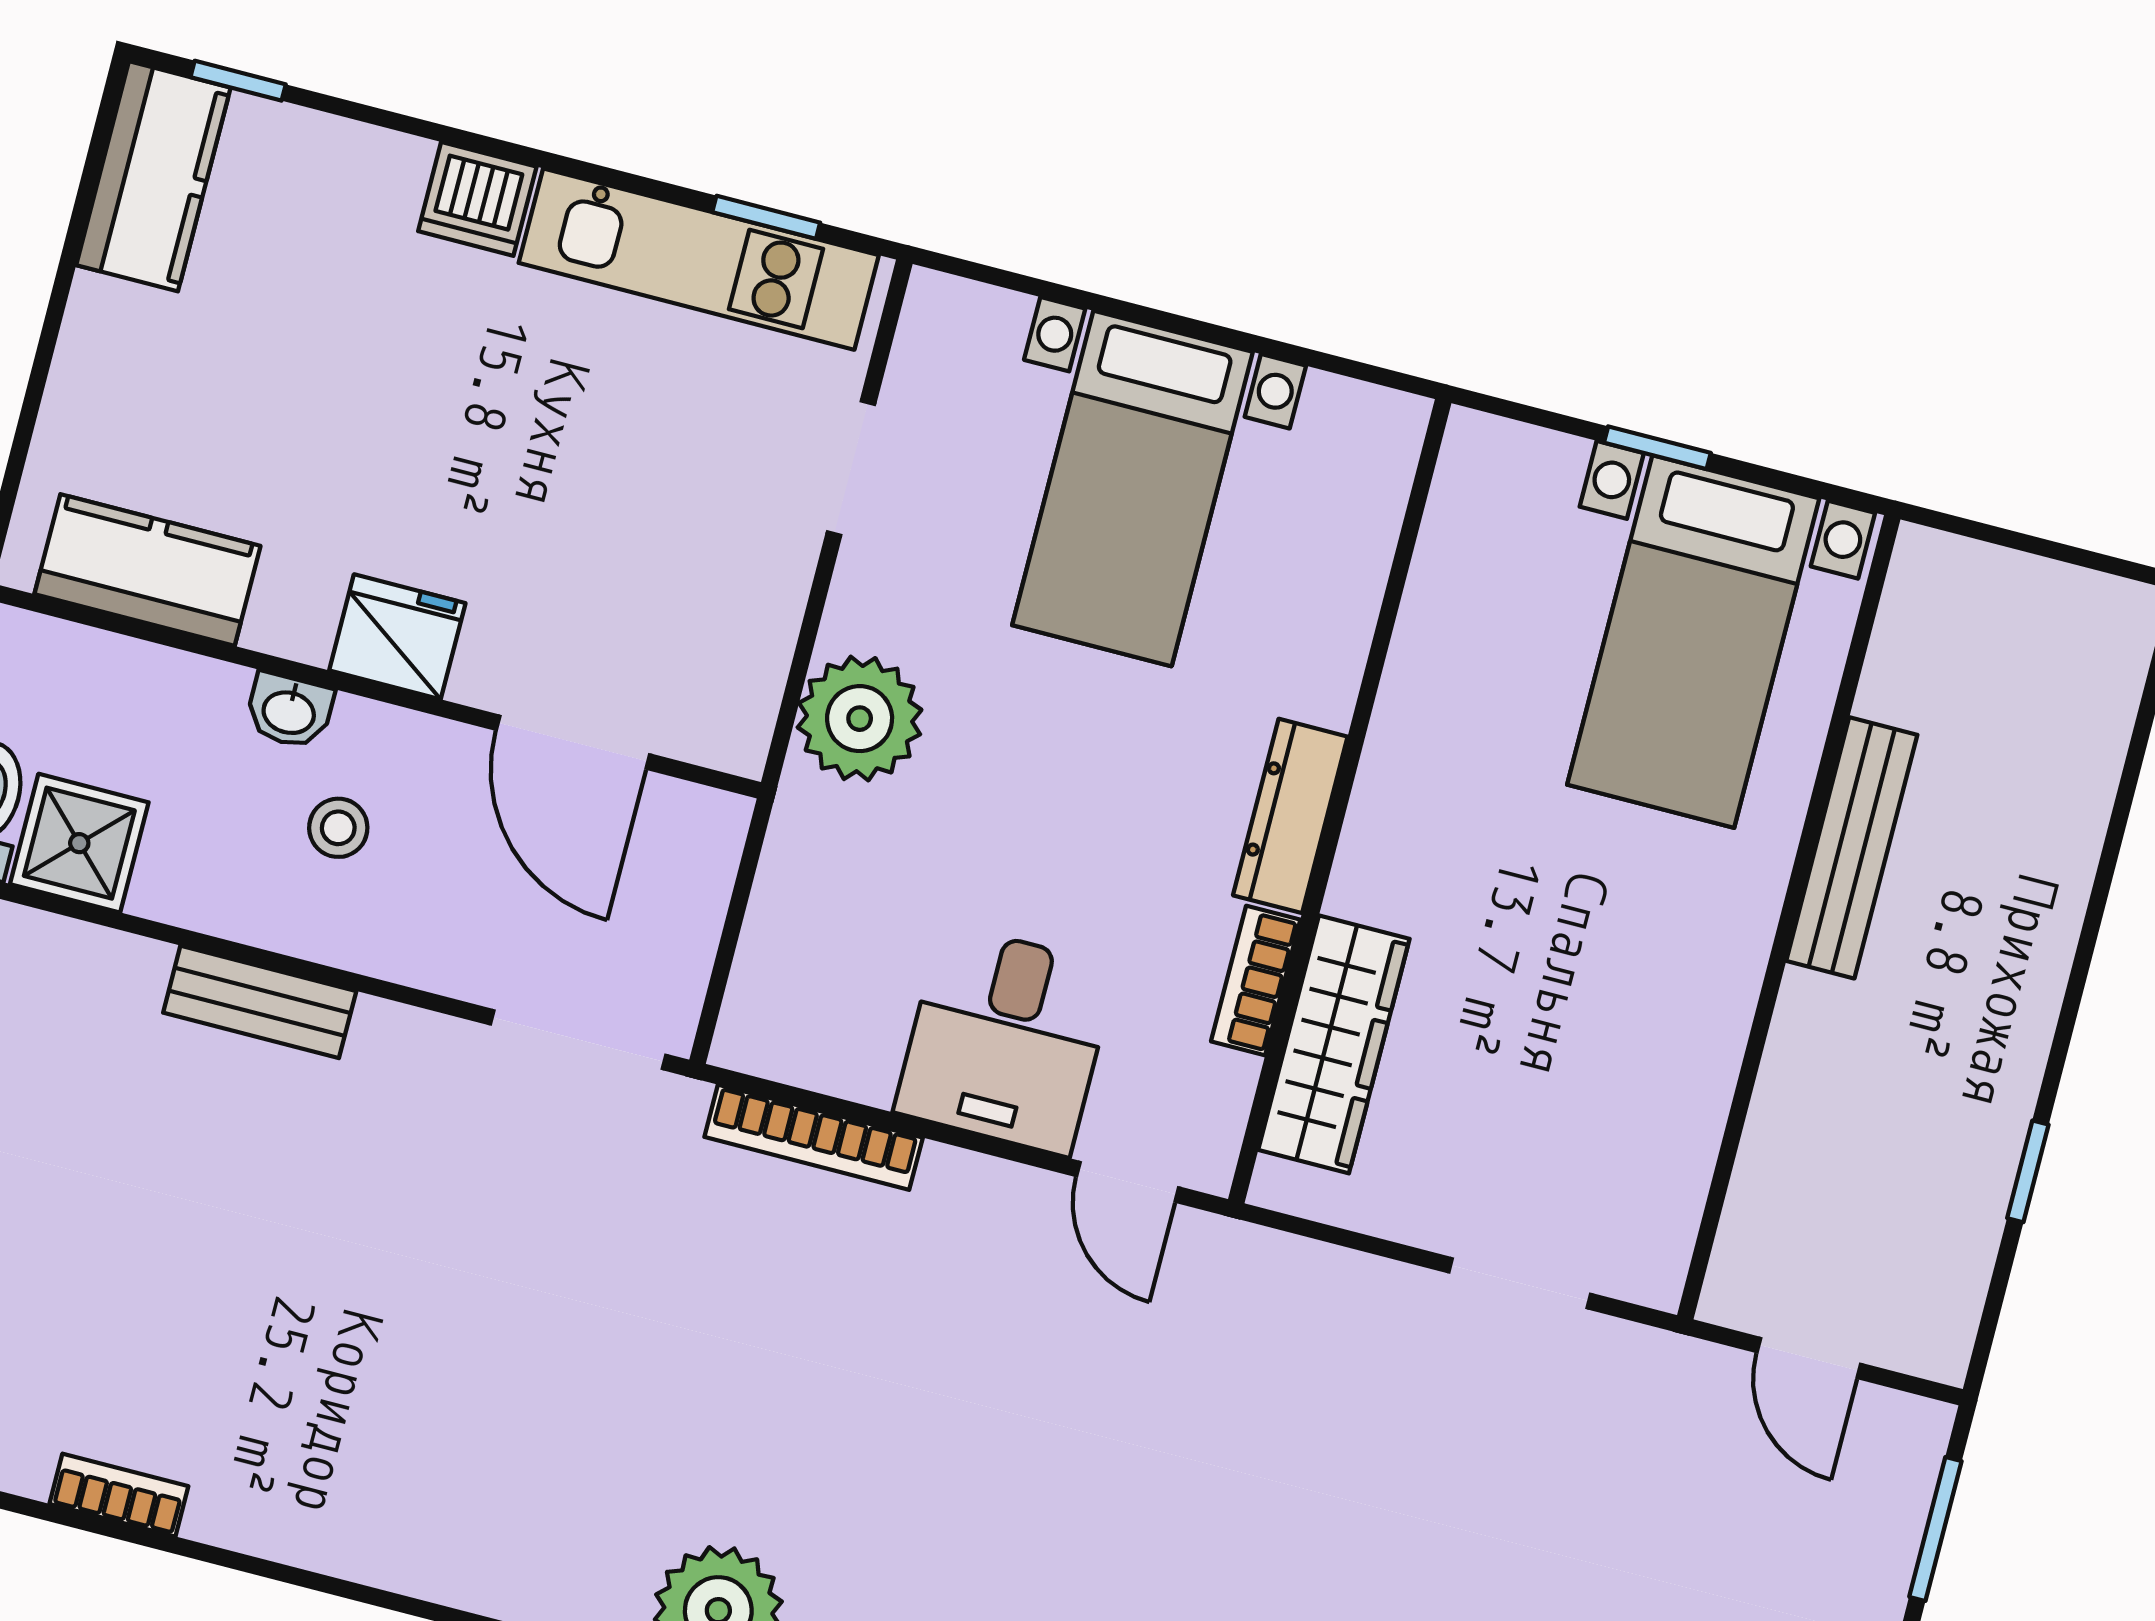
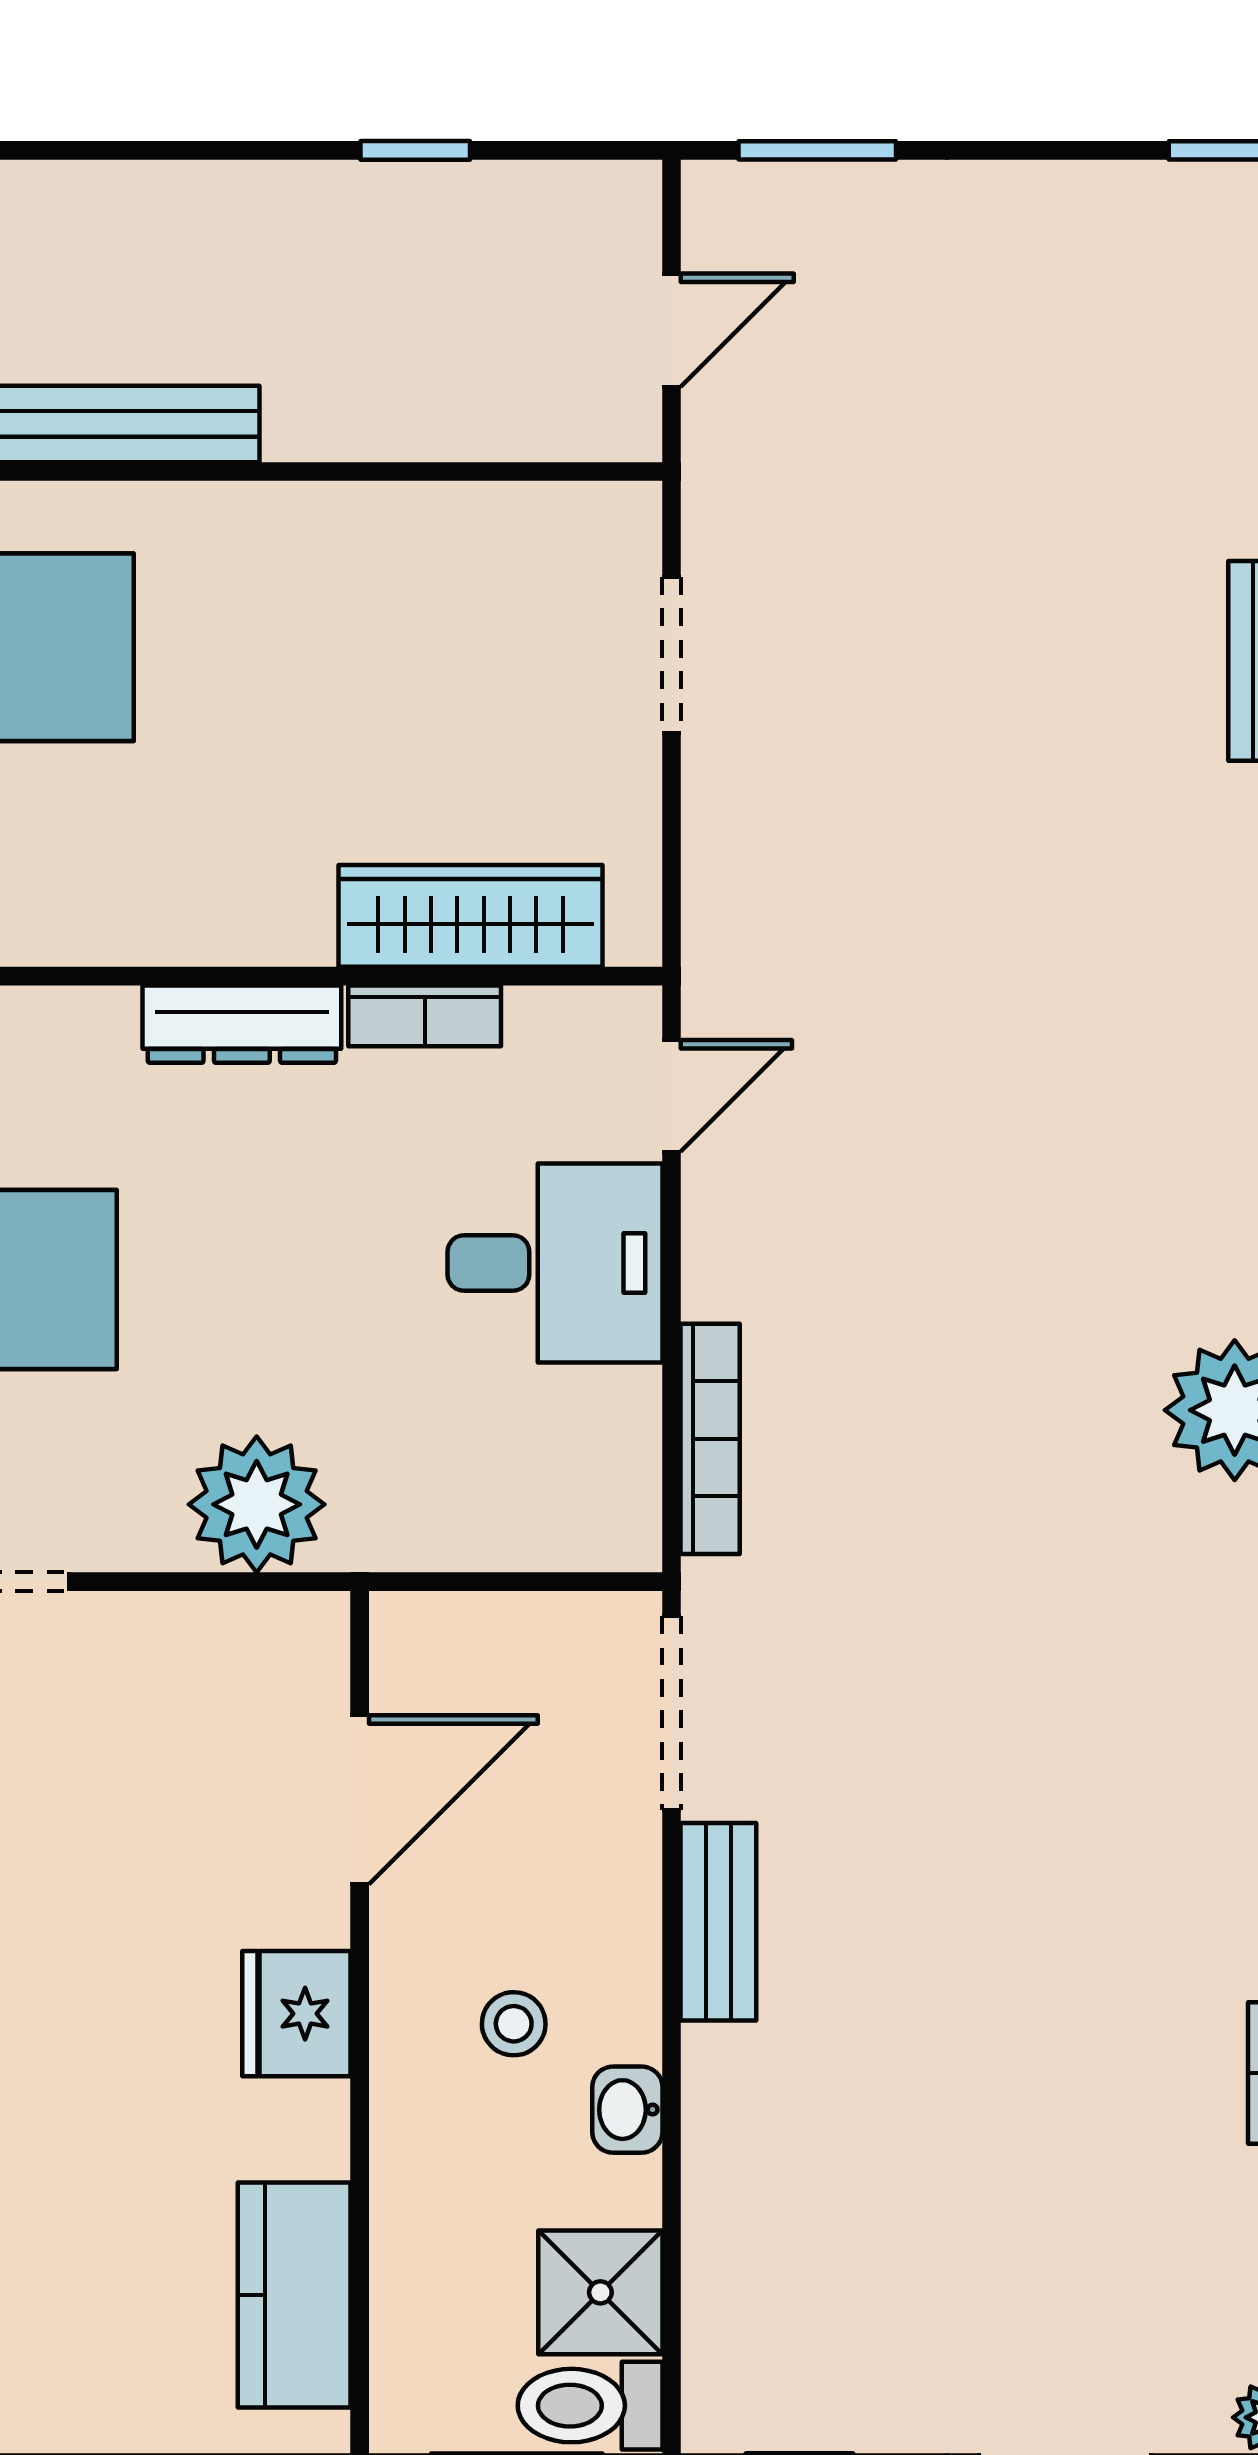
washbasin: (289, 711) -> (627, 2110), moved, turned 180
bench: (260, 1002) -> (718, 1922), moved

